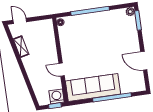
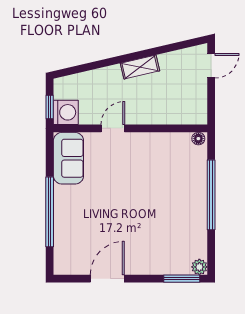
shelving: (21, 47) -> (140, 67), moved
sofa: (93, 87) -> (68, 158), width x0.54, depth x0.79

